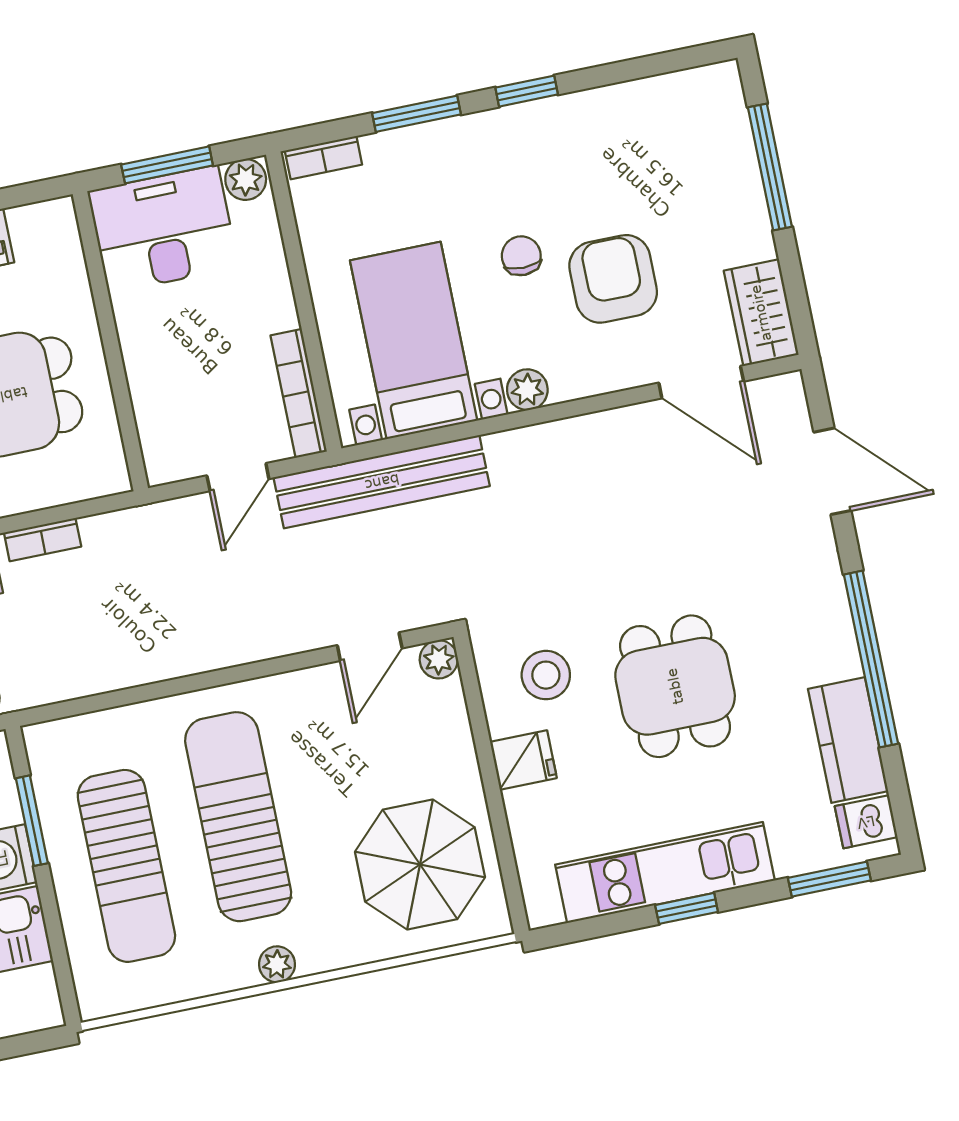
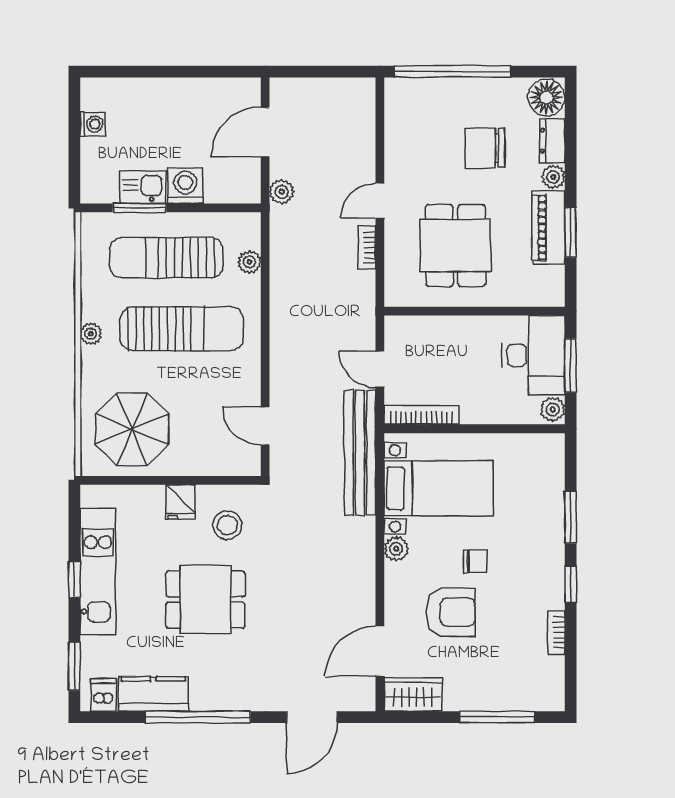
bookcase: (323, 158) -> (556, 633), moved
plant: (439, 659) -> (249, 262), moved
window: (32, 821) -> (140, 208), moved

